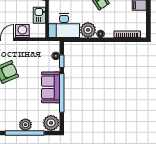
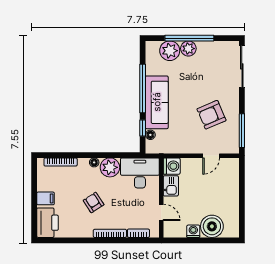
washing machine: (22, 31) -> (172, 166), moved, turned -90
sofa: (51, 87) -> (157, 102), width x1.36
plant: (51, 123) -> (170, 51), moved

